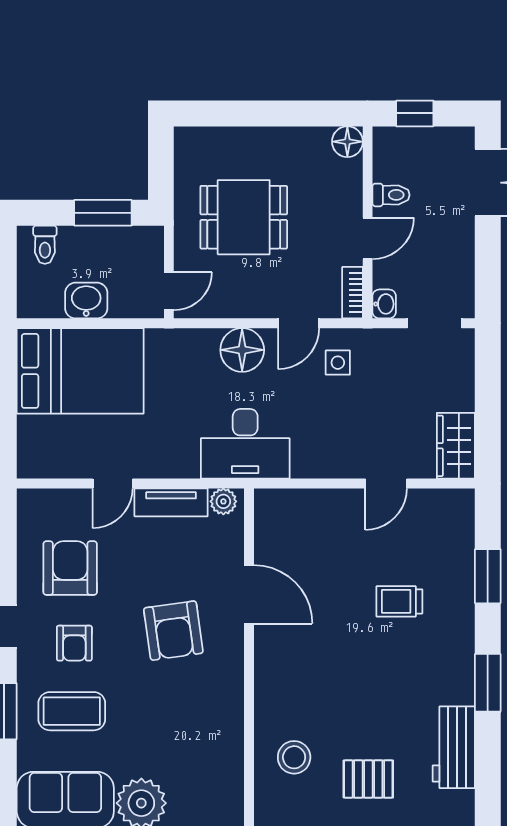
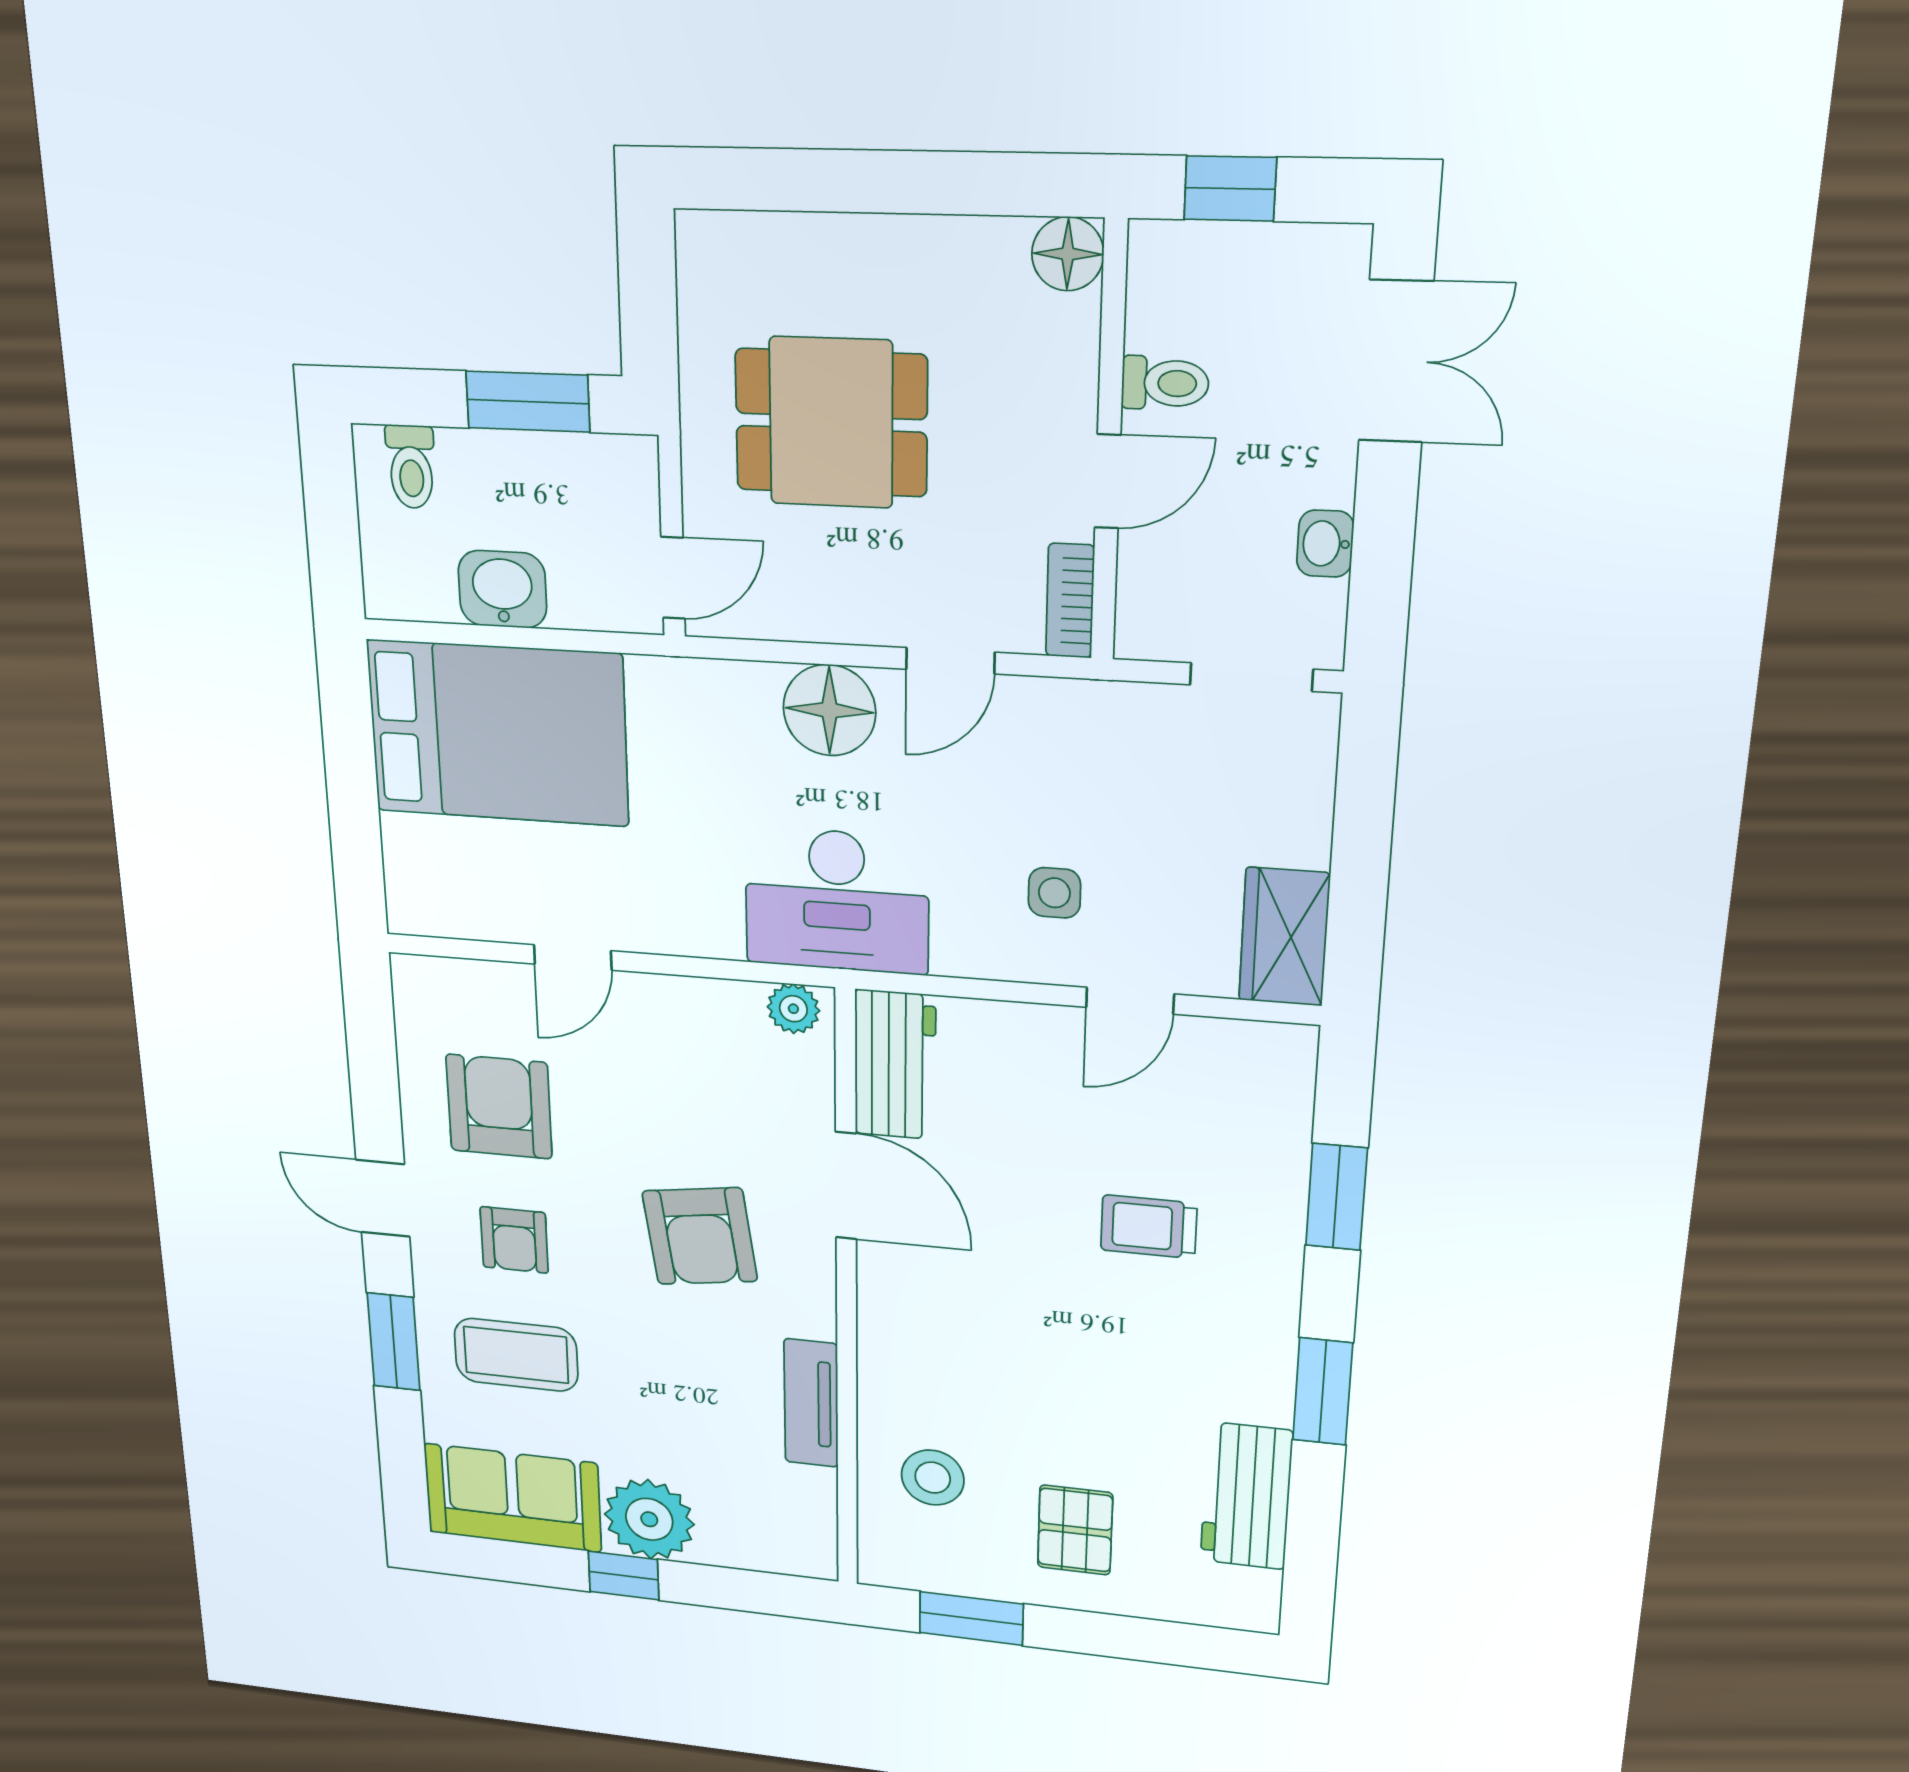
washbasin: (384, 304) -> (1325, 544), moved, turned 180
side table: (338, 363) -> (1054, 893), moved
tv unit: (171, 502) -> (811, 1403), moved, turned 90
workbench: (274, 527) -> (895, 1065), added
pallet: (368, 779) -> (1075, 1530), turned 90

